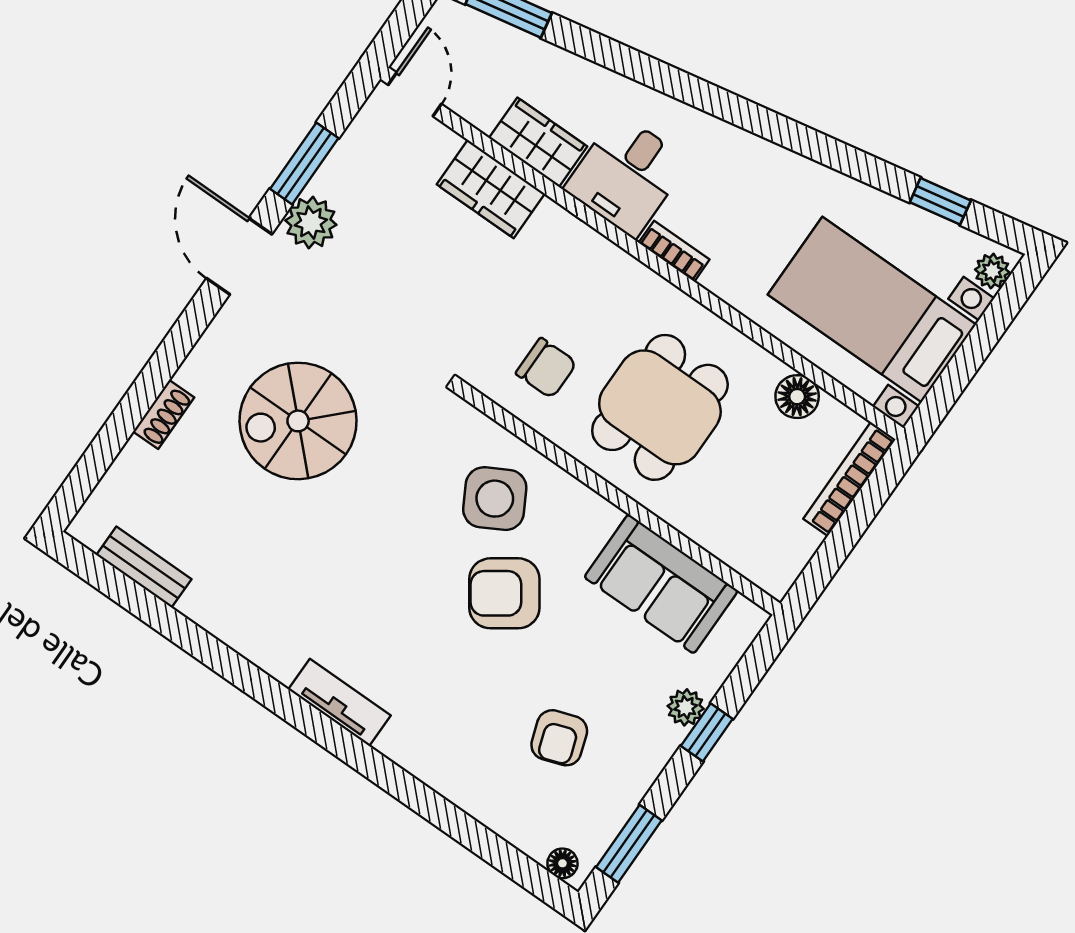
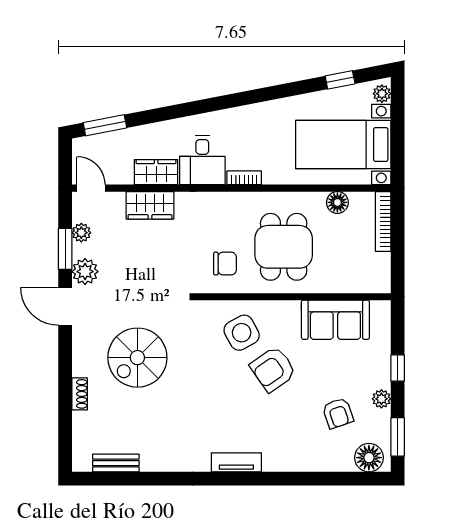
plant: (349, 155) -> (81, 233), added
plant: (686, 707) -> (381, 399), moved
floor lamp: (562, 863) -> (369, 458), width x1.89, depth x1.89

